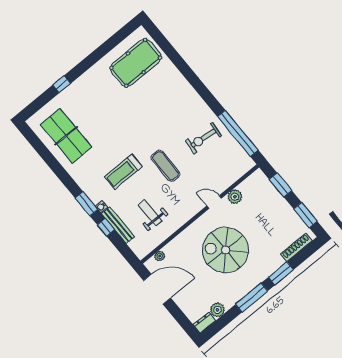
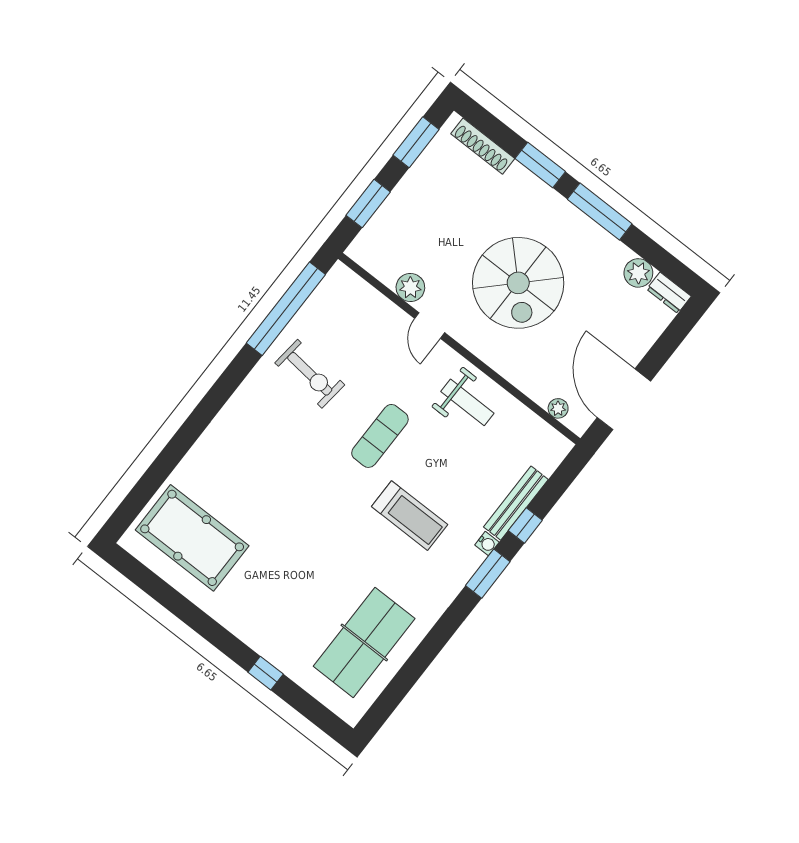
weight bench: (150, 213) -> (467, 402), moved, turned -90

